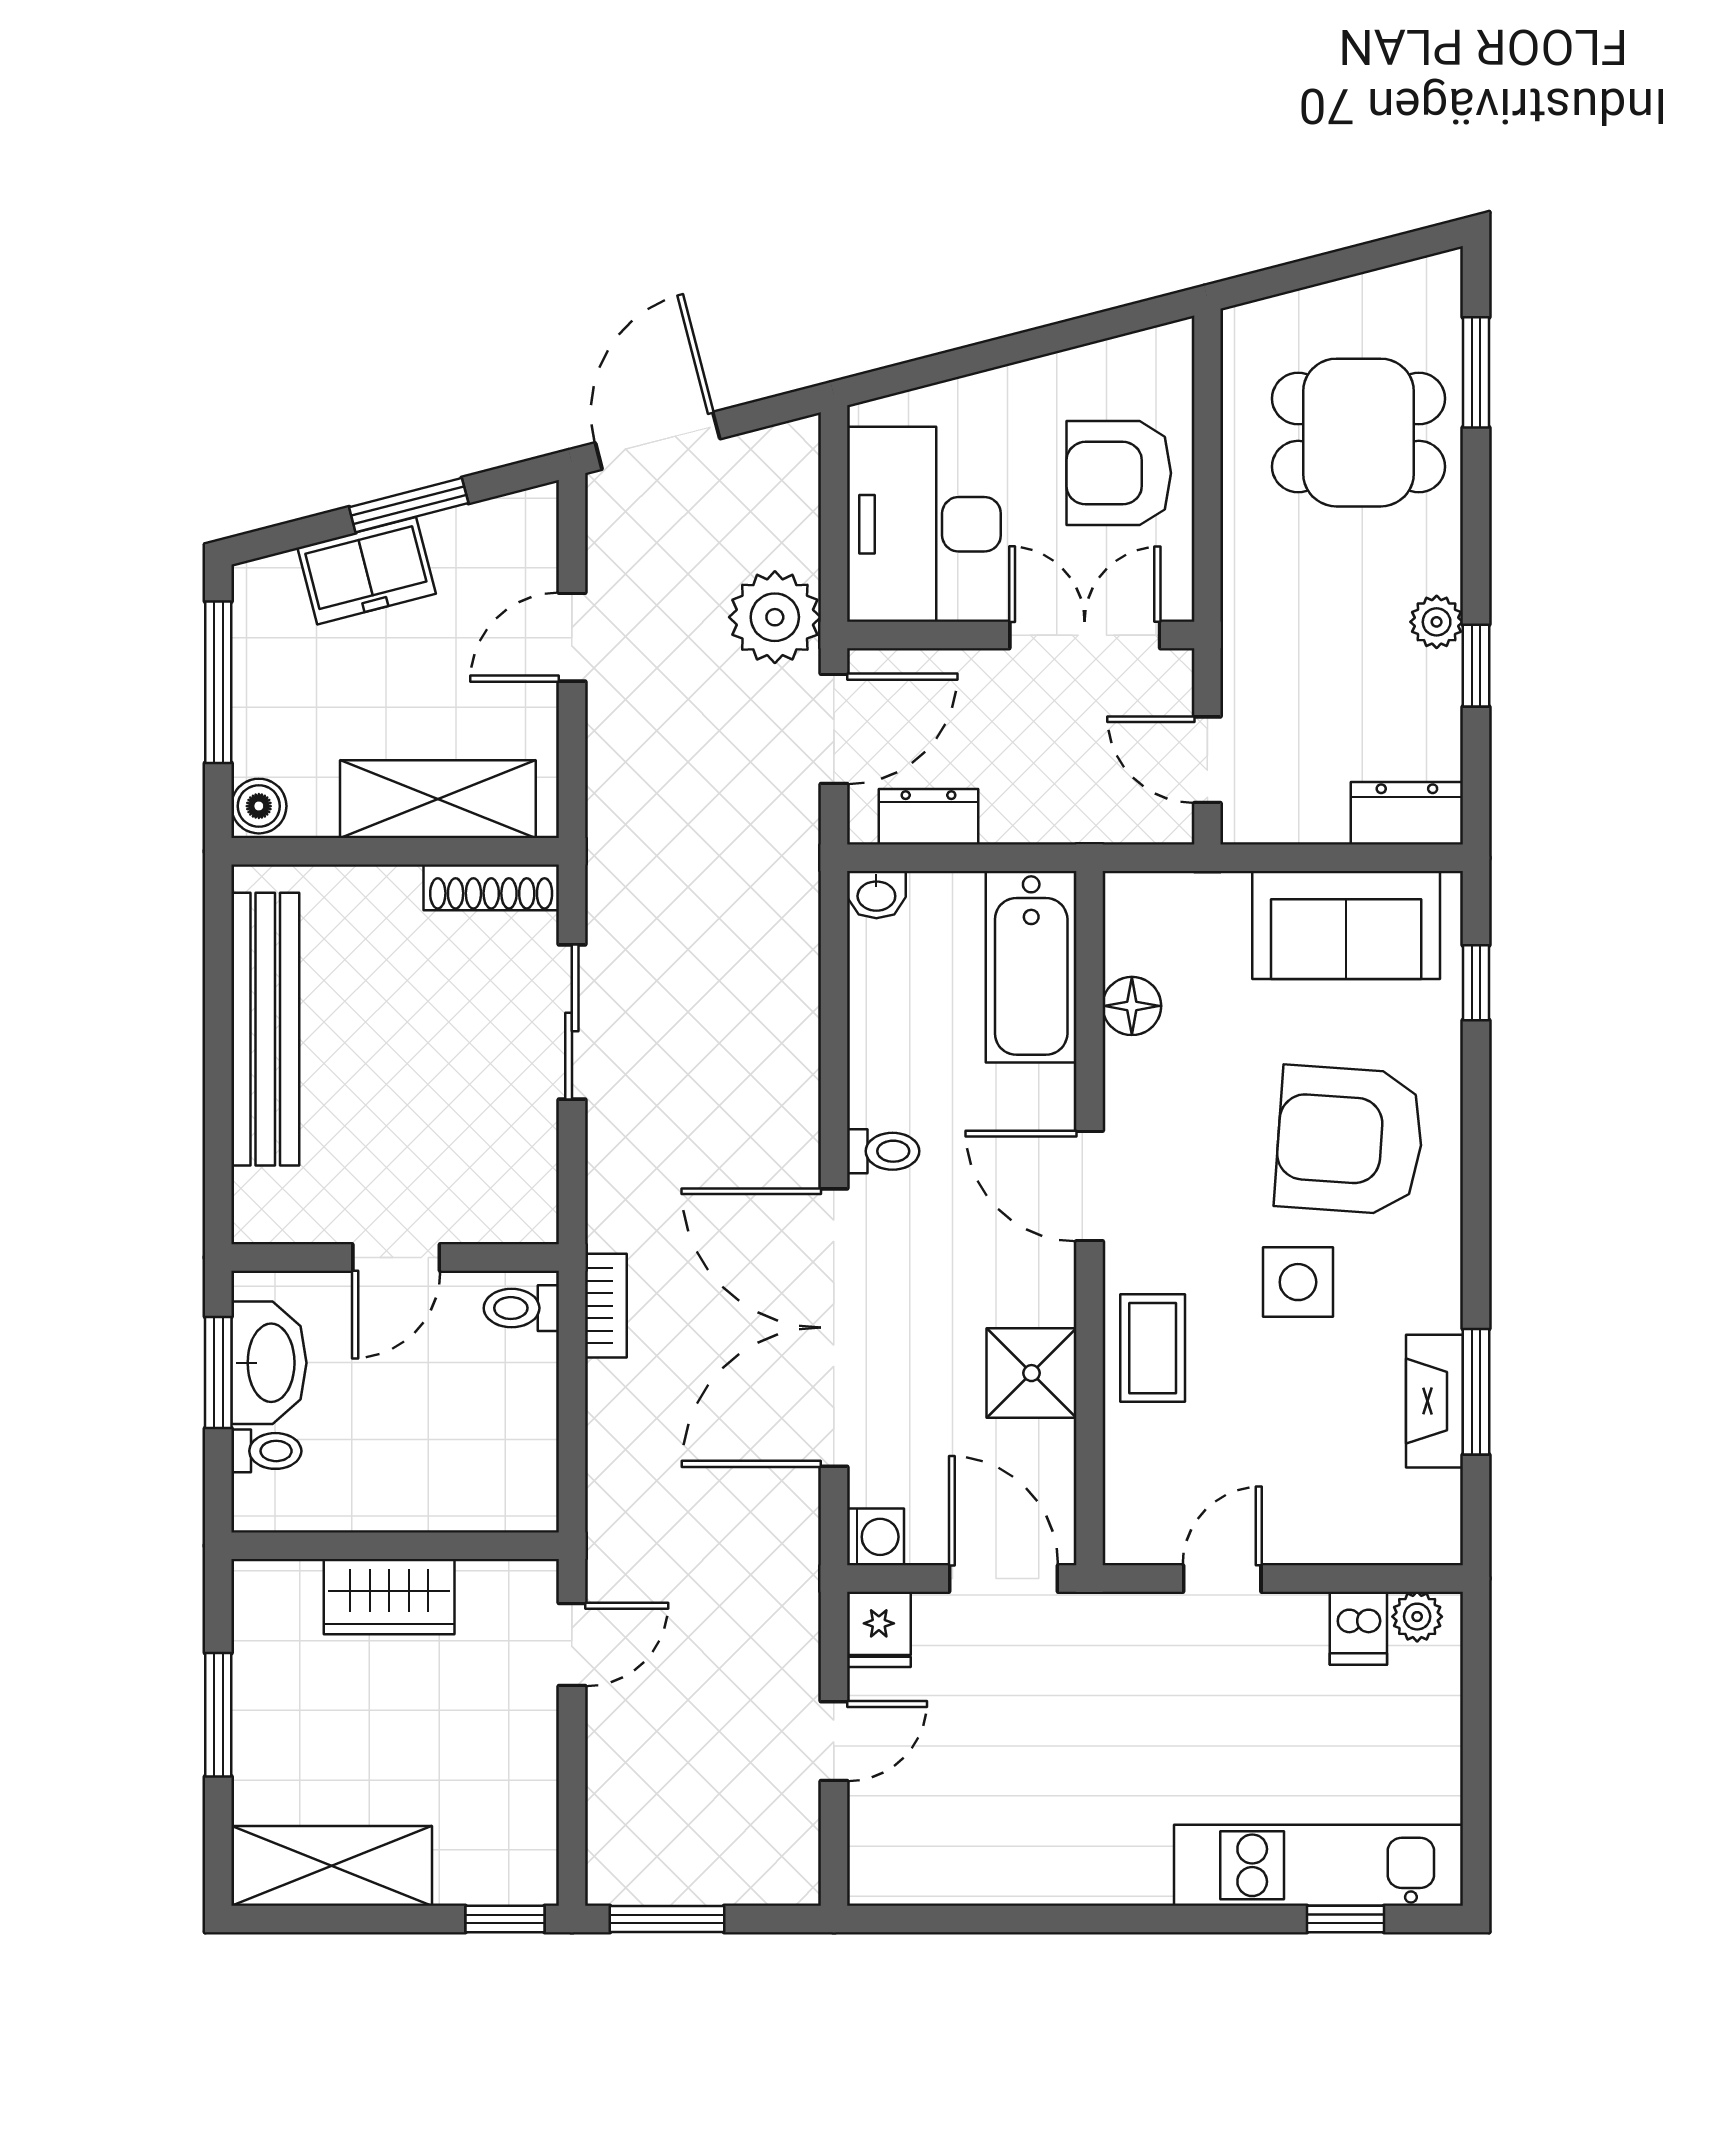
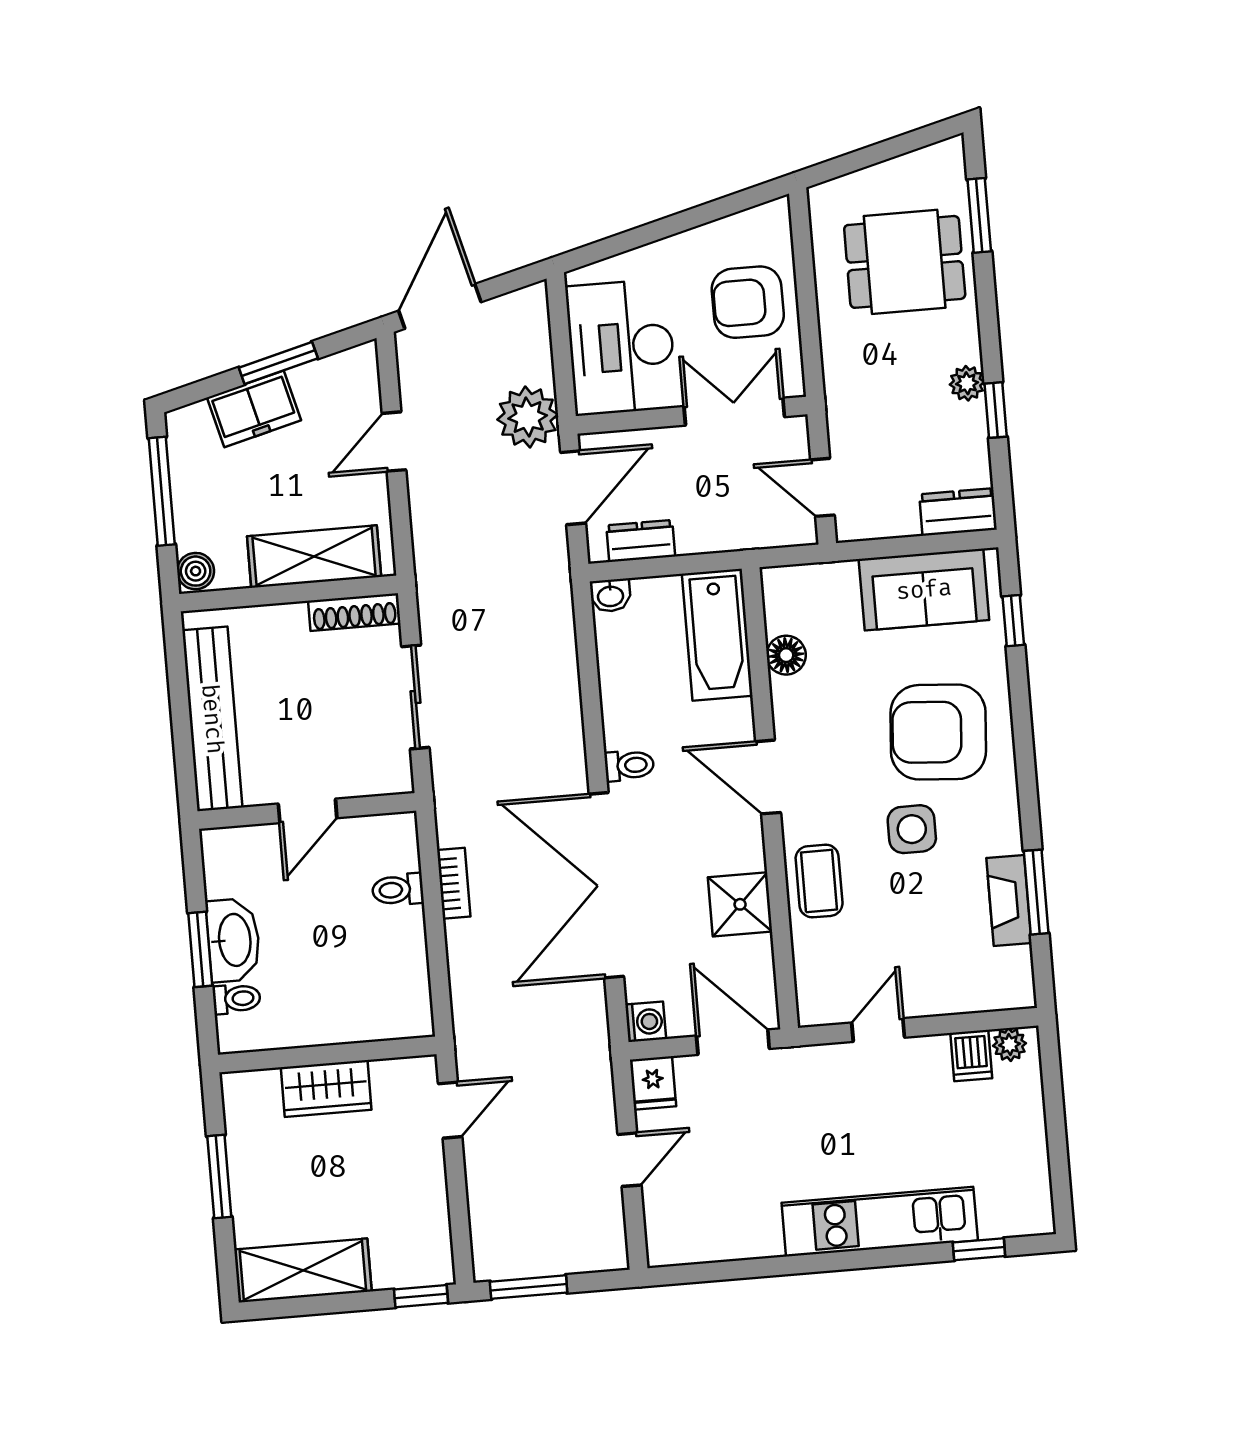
wall: (395, 1257) -> (307, 811), moved
door: (396, 1257) -> (308, 811), moved
kitchen unit: (1319, 1865) -> (880, 1222), moved

